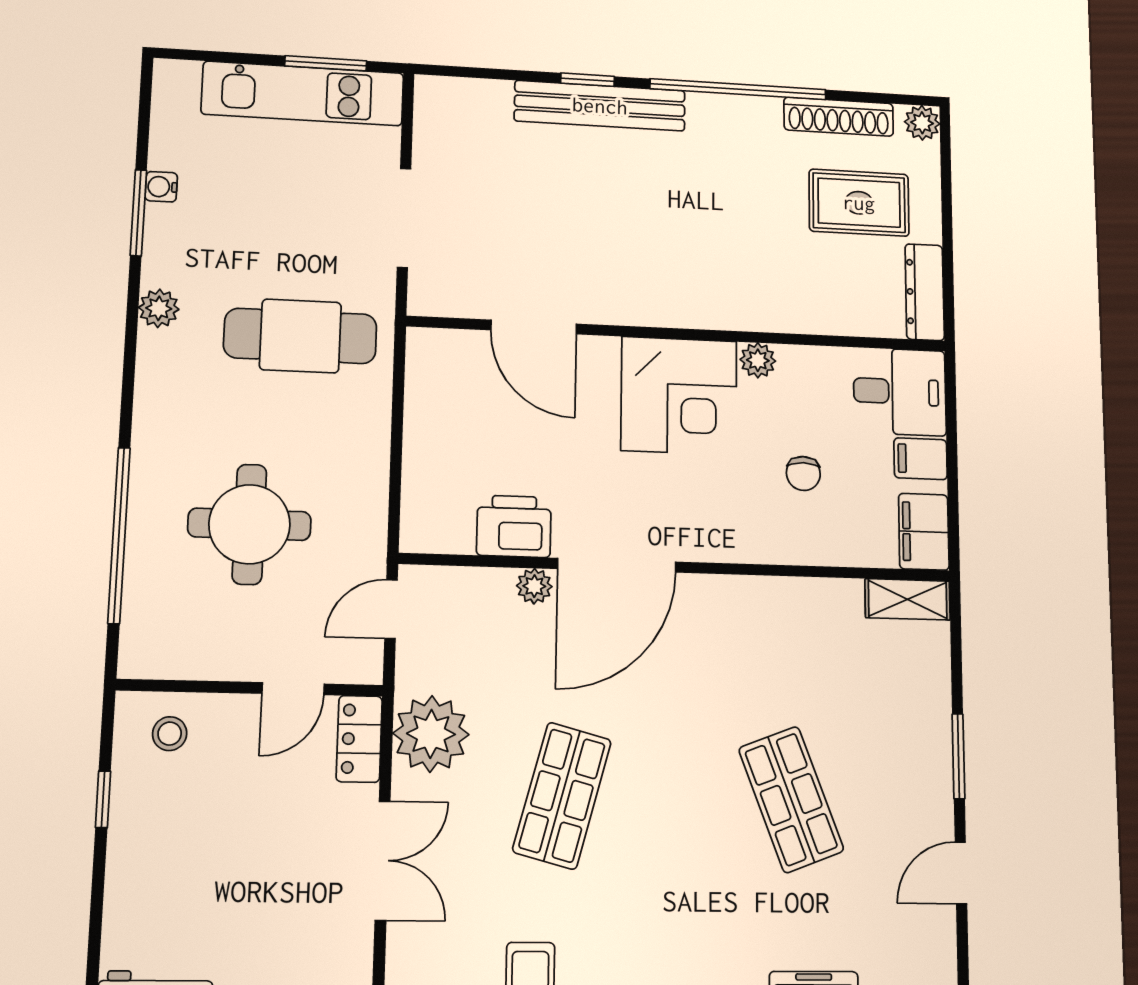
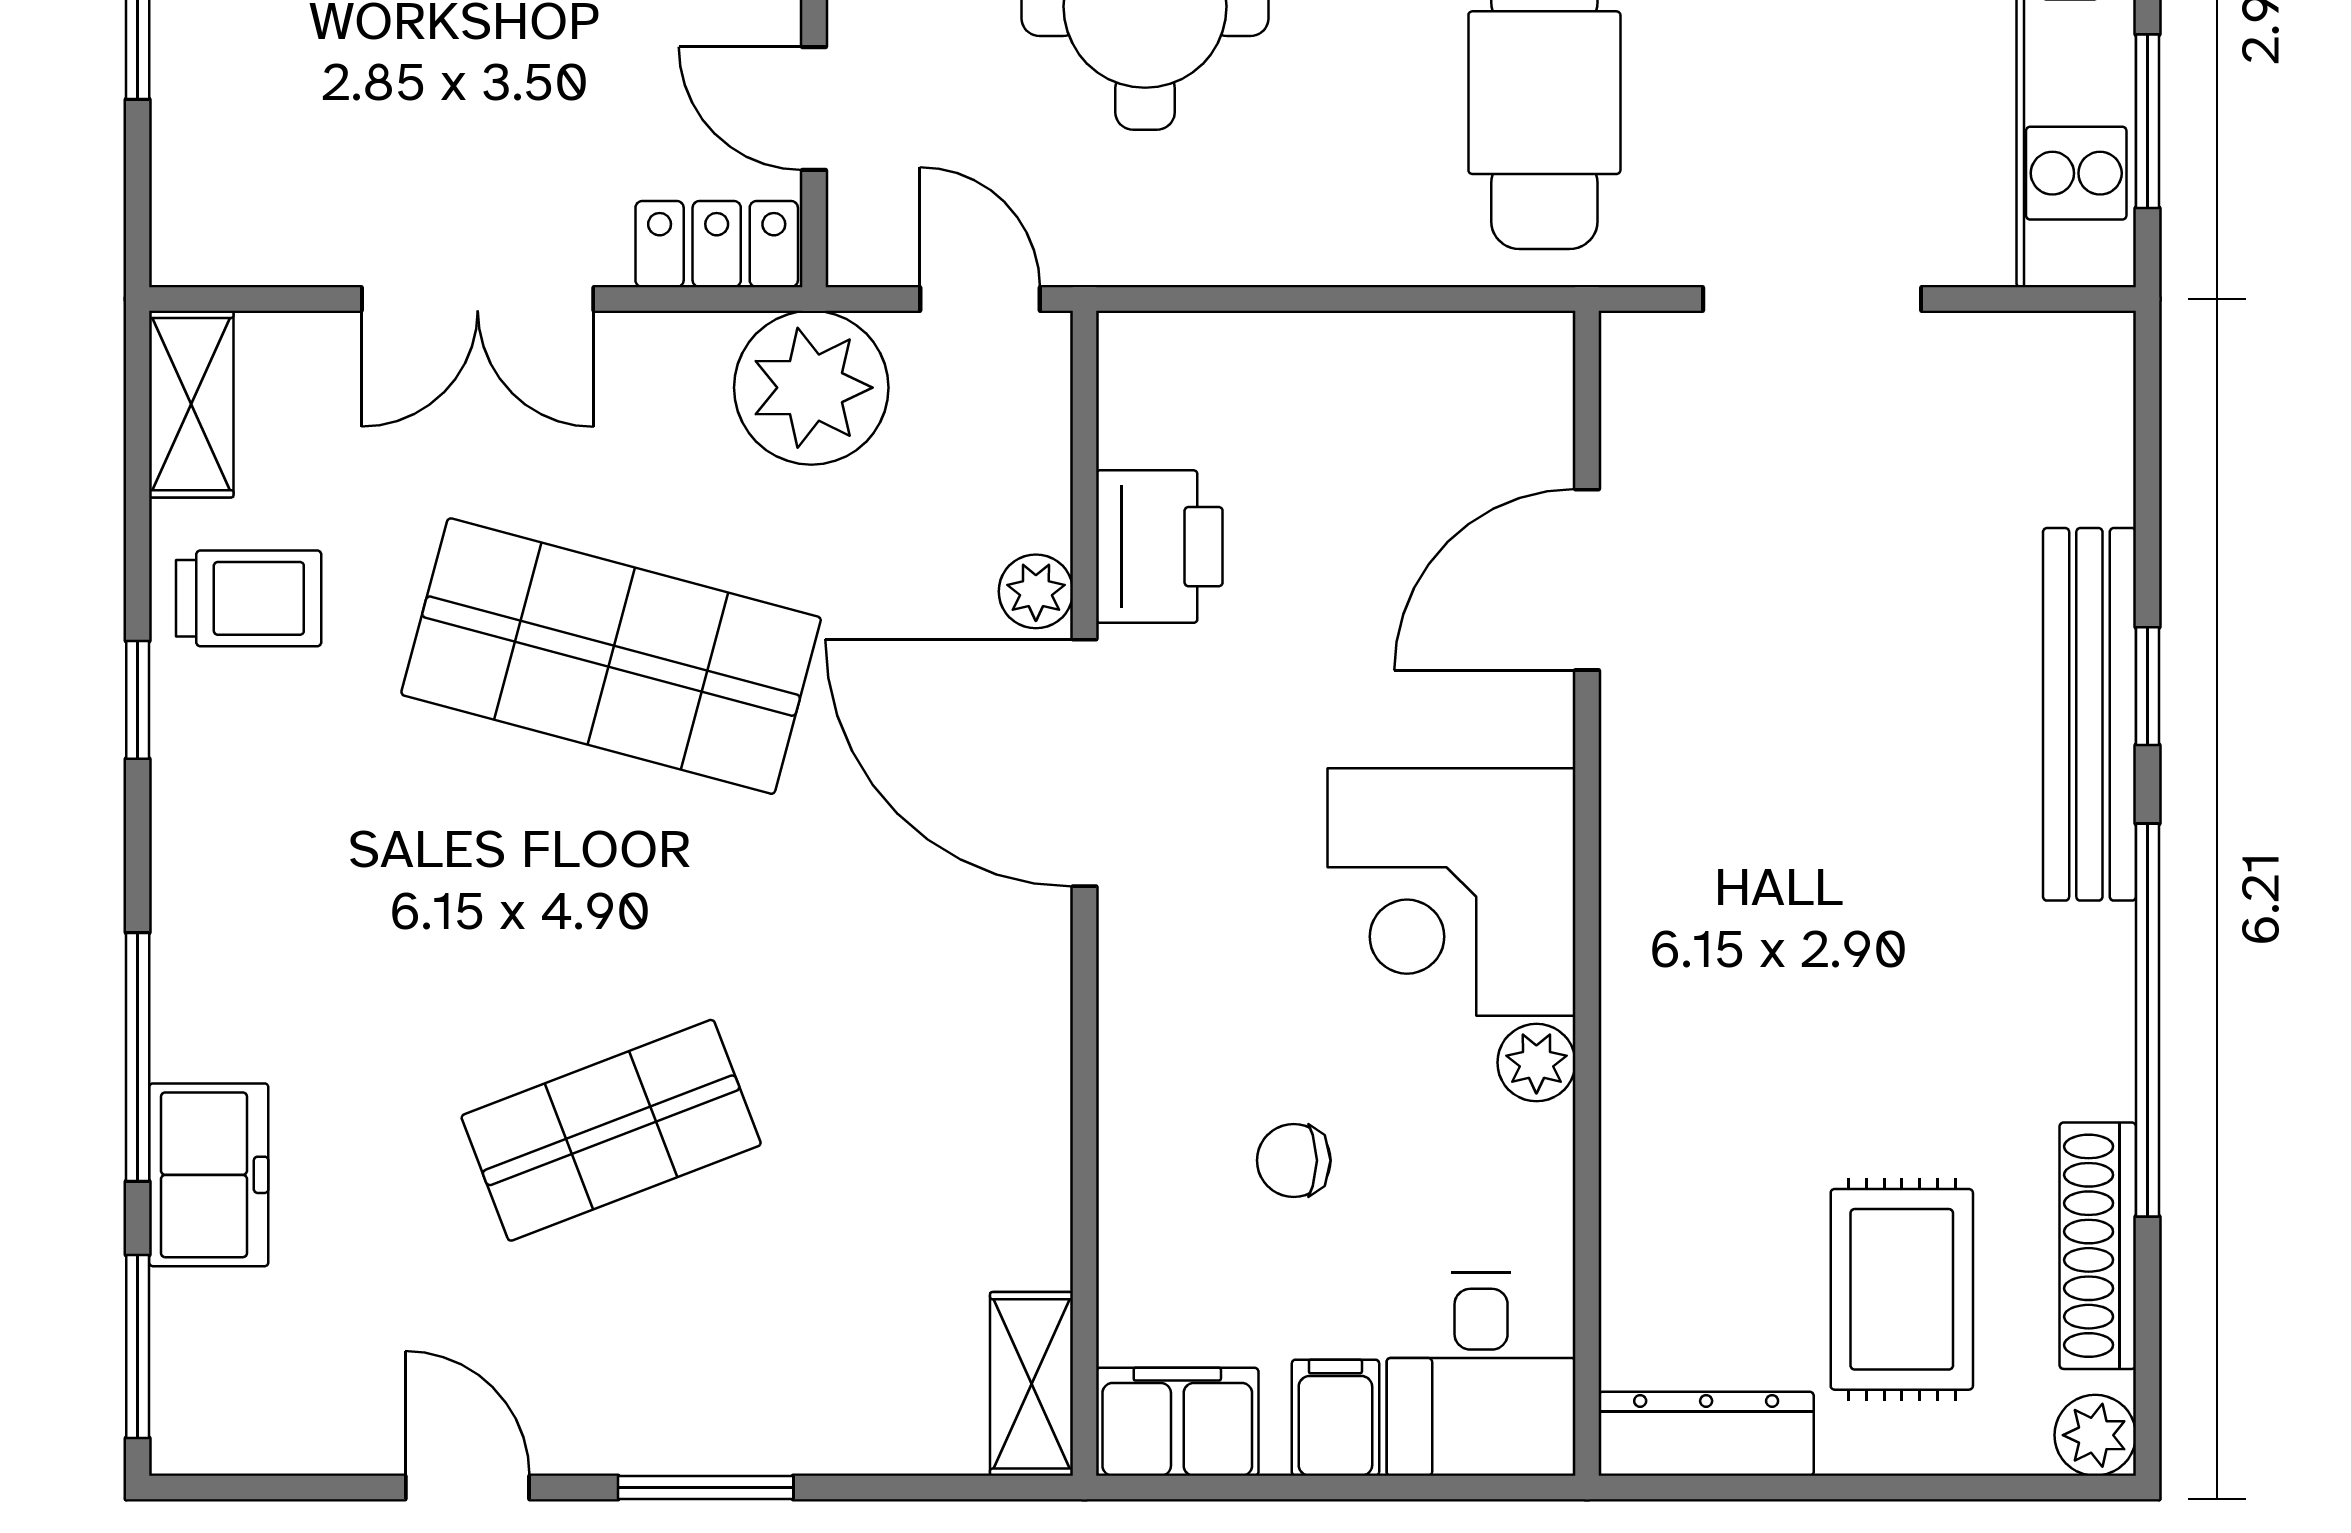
plant: (431, 734) -> (811, 388), moved
shop shelf: (562, 796) -> (611, 656), width x1.43, depth x1.36

